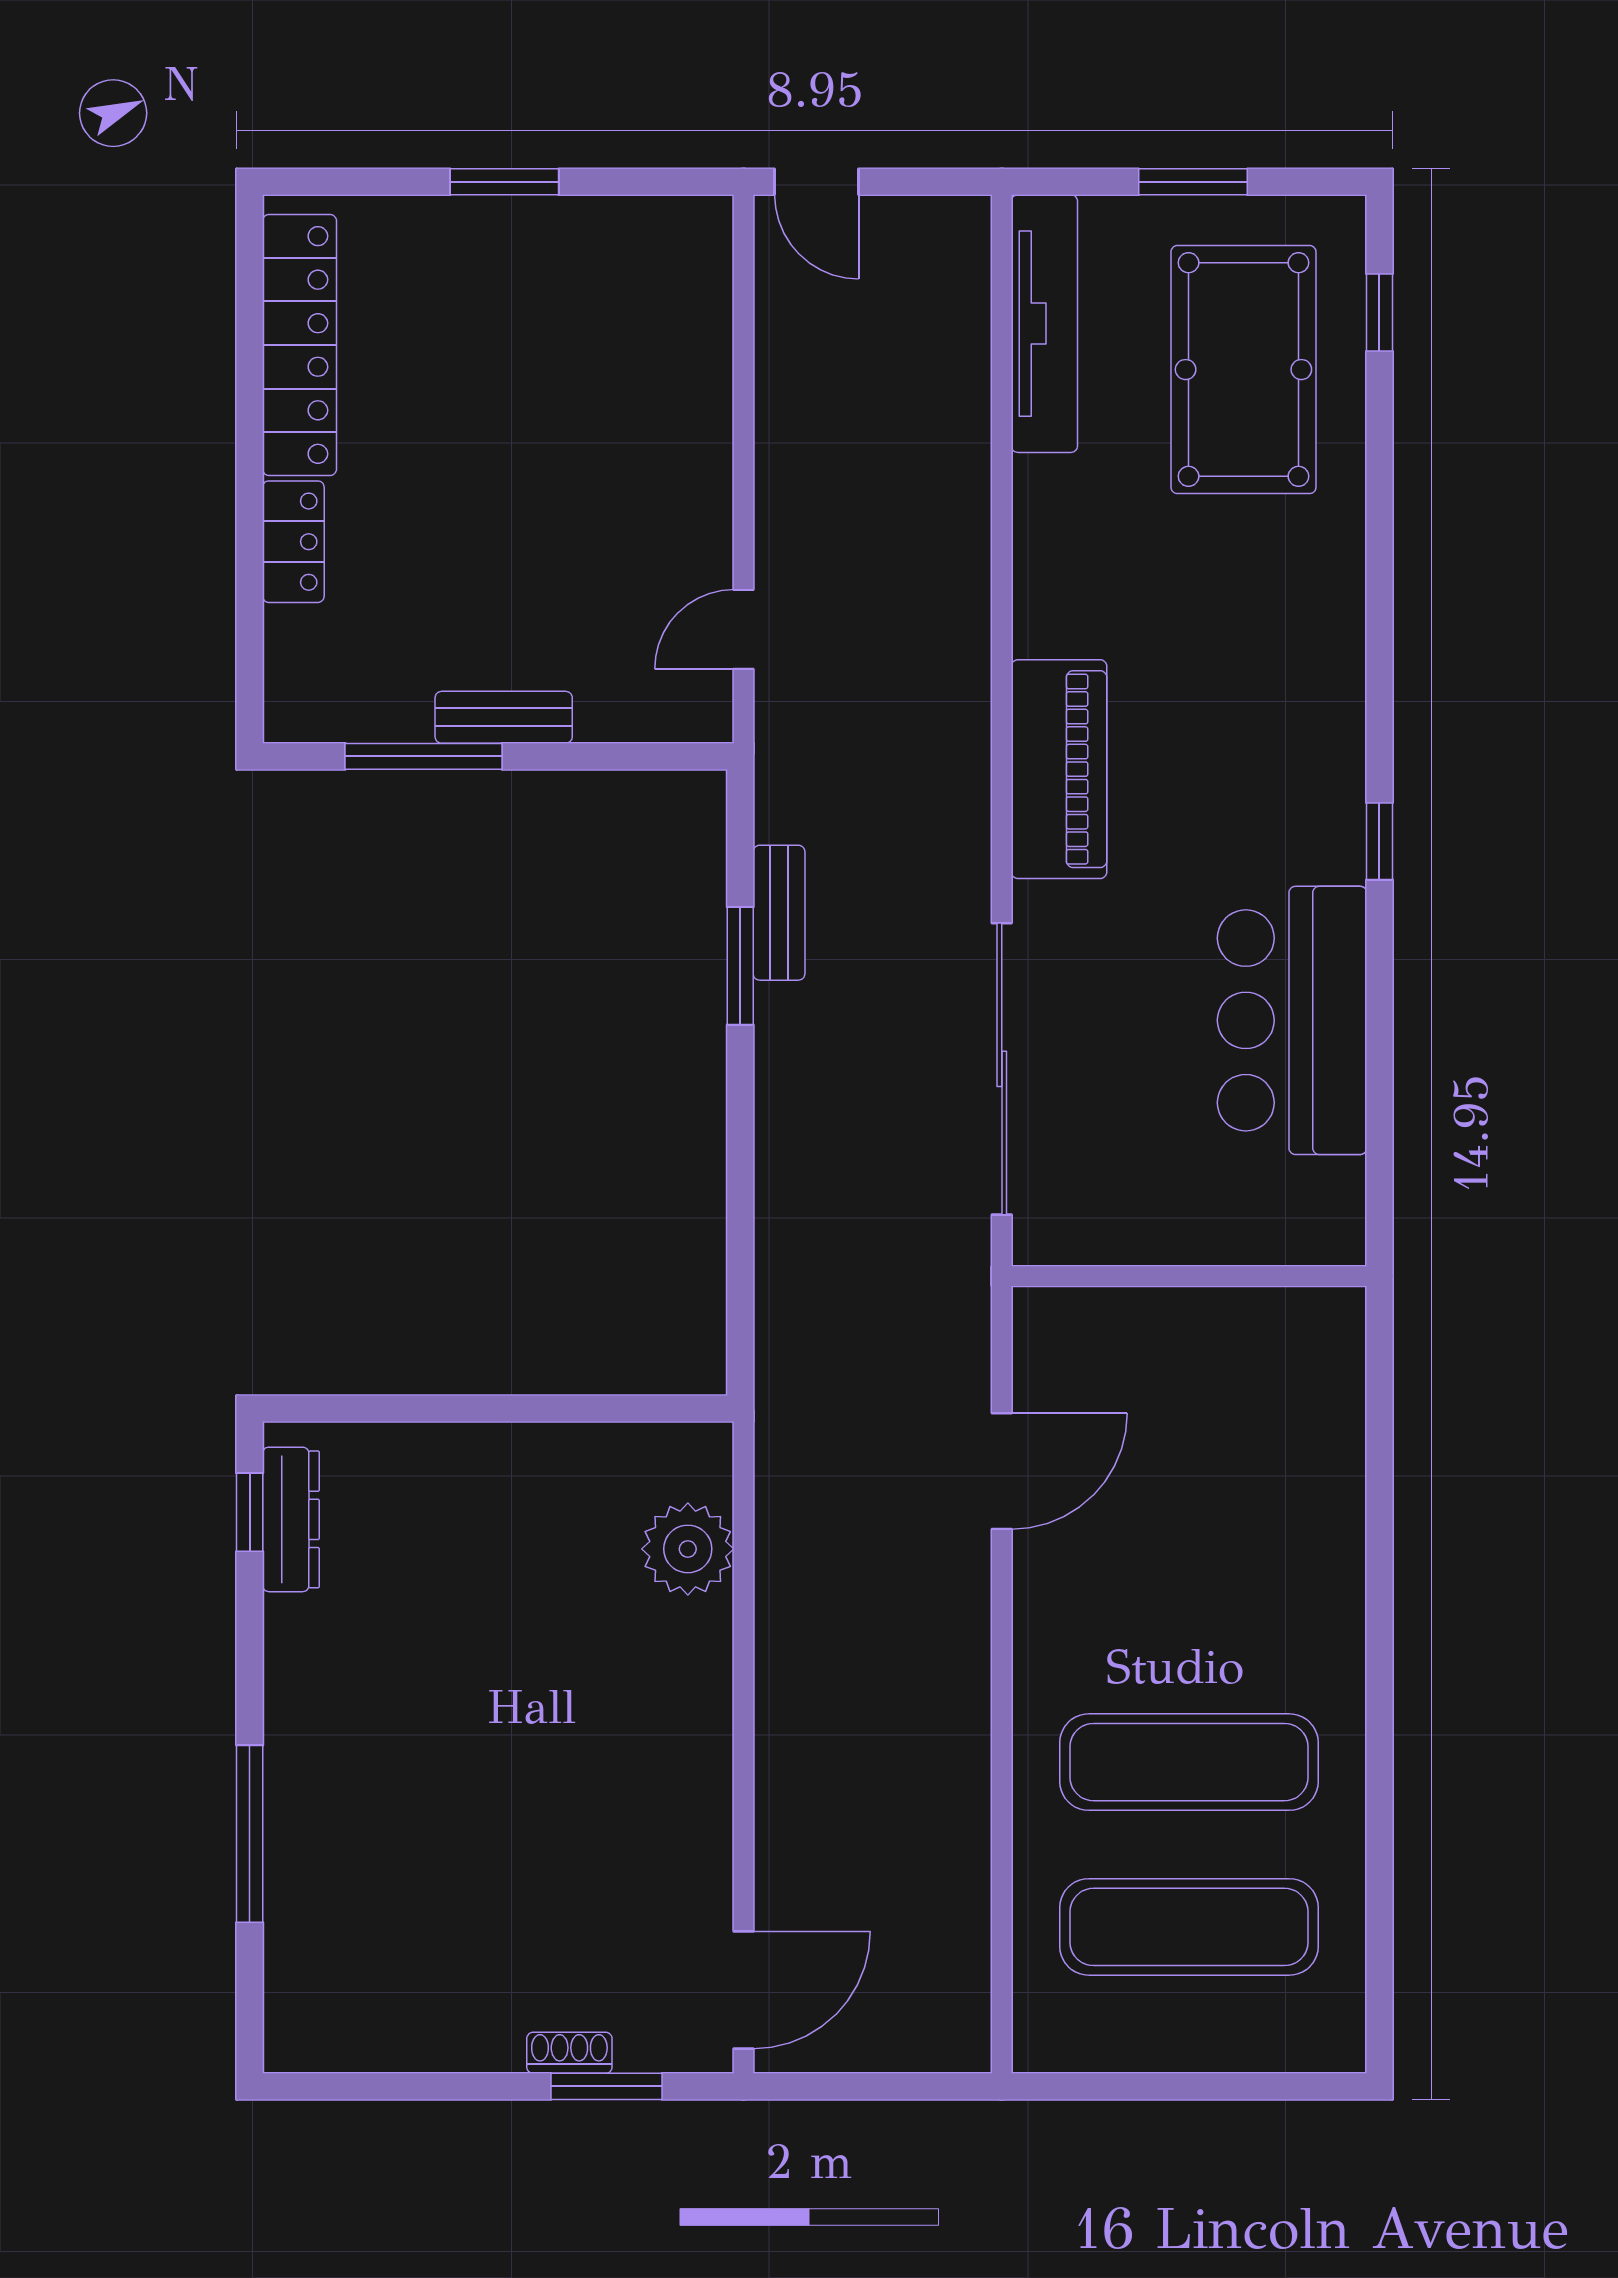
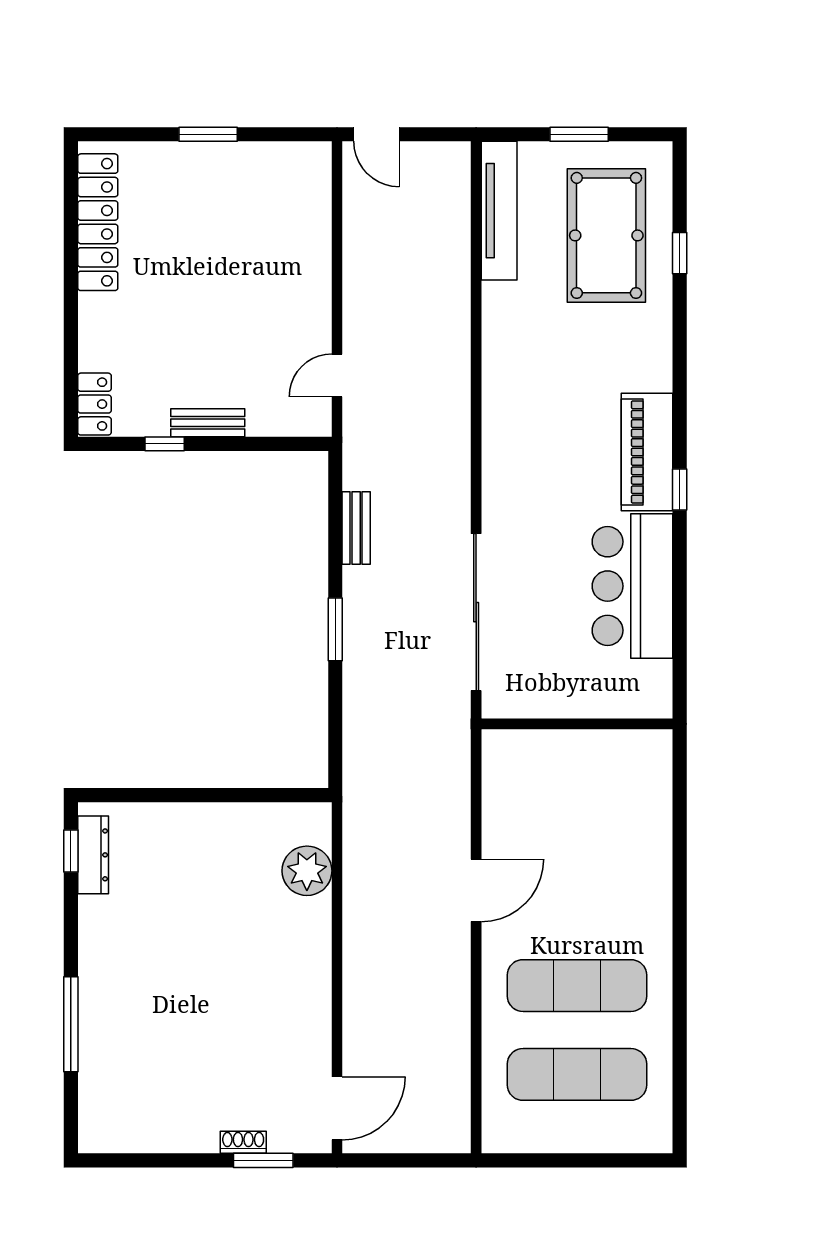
window: (1379, 312) -> (680, 253), moved
locker: (293, 542) -> (94, 404), moved
window: (423, 756) -> (165, 444), width x0.46
piano: (1059, 769) -> (647, 452), moved, turned 180
window: (740, 966) -> (335, 629), moved
door: (1002, 1471) -> (476, 890), moved

